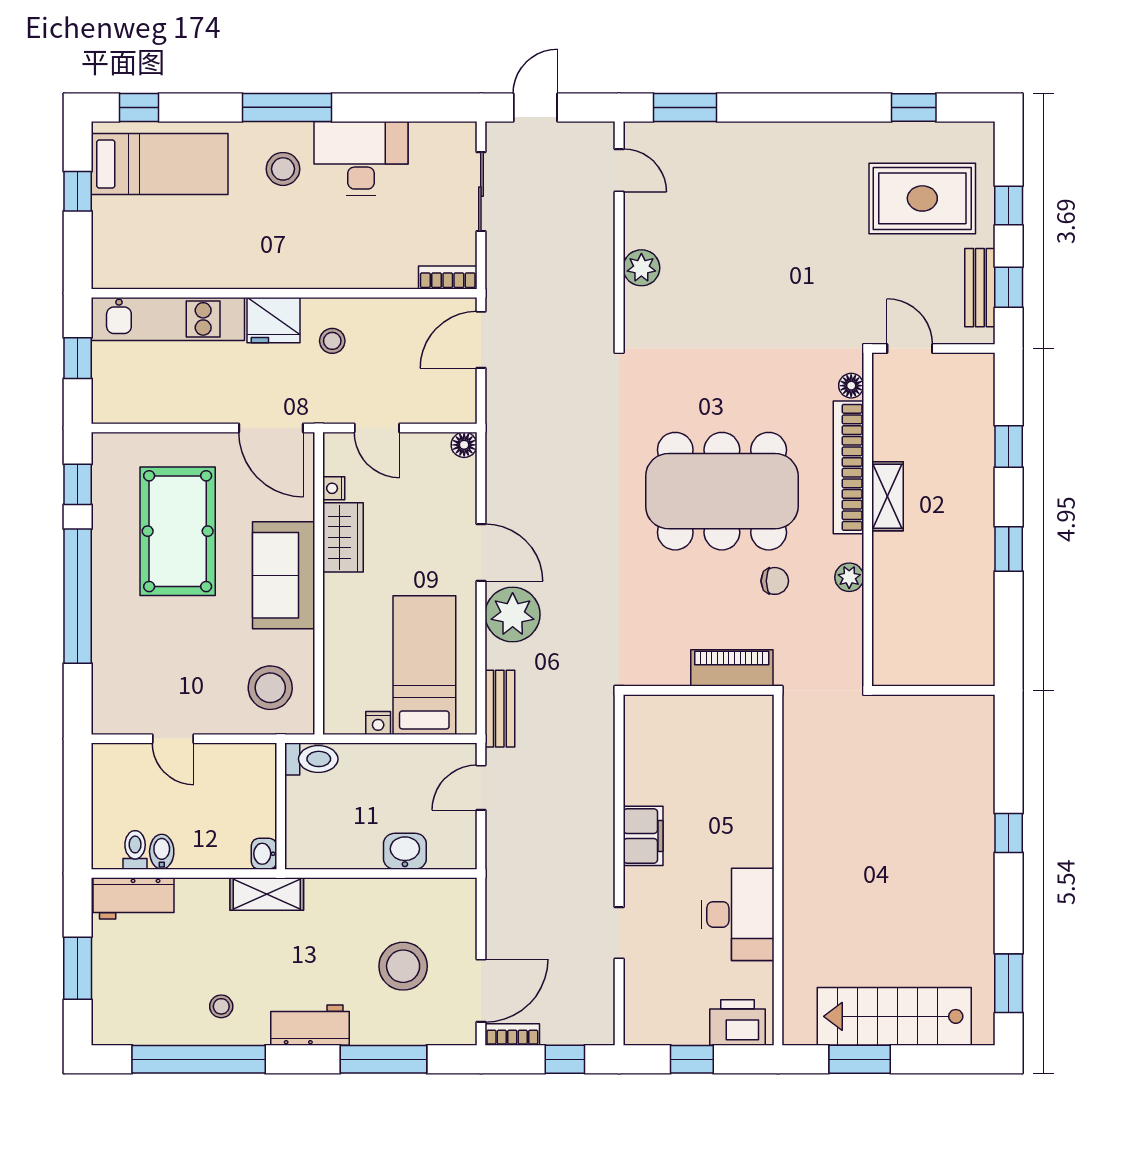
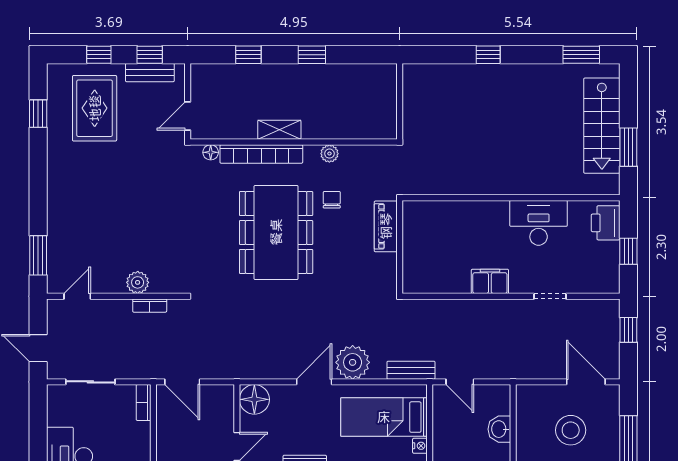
floor lamp: (464, 445) -> (254, 399), width x1.89, depth x1.89
bookcase: (512, 1035) -> (150, 306), moved, turned -90

